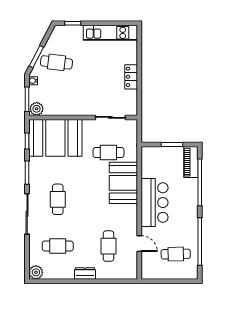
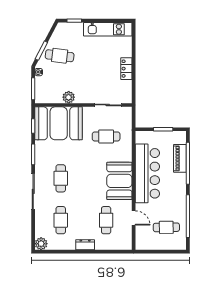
plant: (37, 109) -> (69, 97), moved
piano: (191, 162) -> (180, 158), moved
booth: (123, 183) -> (119, 181), moved
bar counter: (155, 203) -> (147, 173), width x1.36
cafe table: (58, 246) -> (61, 220), turned 90

